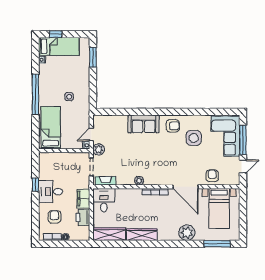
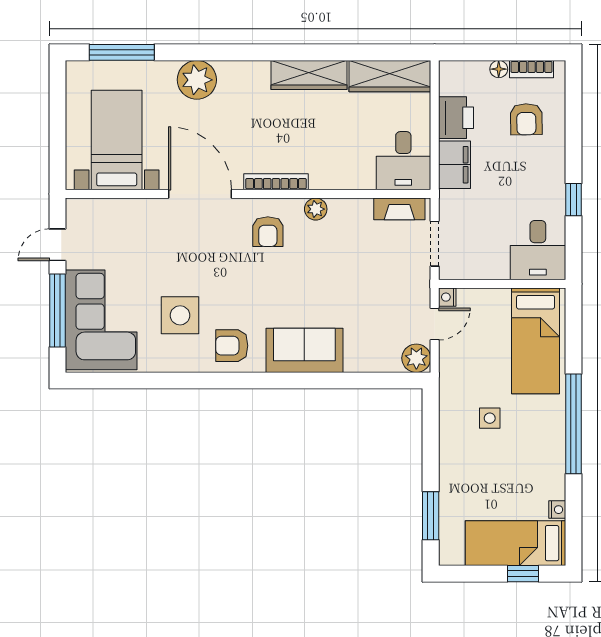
plant: (99, 149) -> (416, 358), moved
armchair: (212, 176) -> (268, 232), moved
desk: (51, 192) -> (538, 250), moved, turned 90

